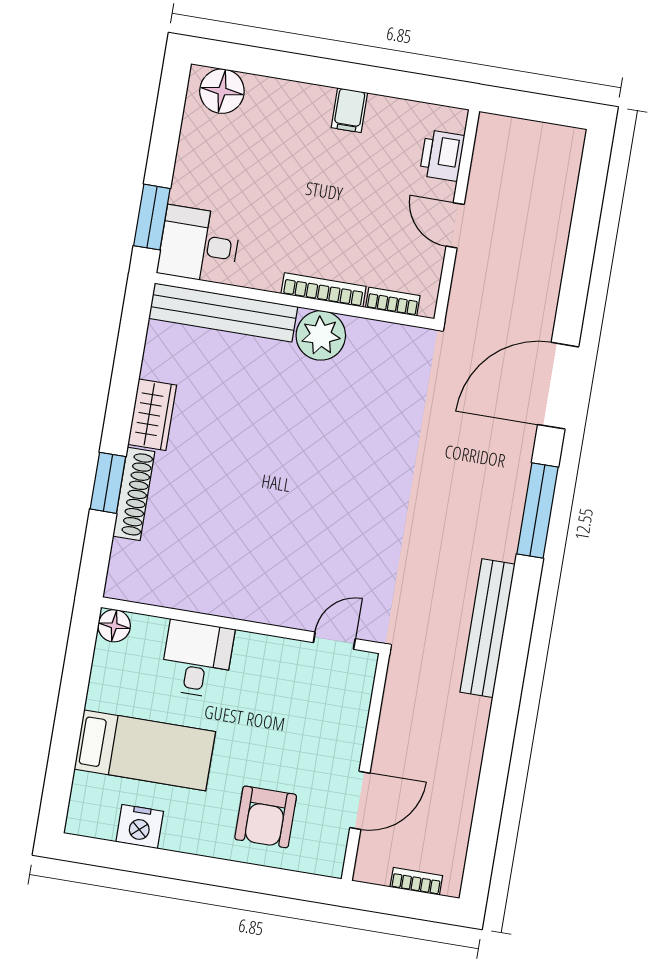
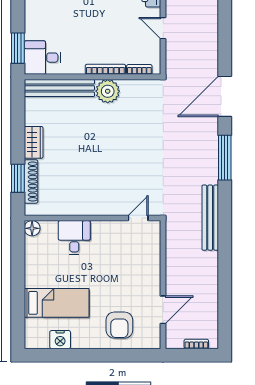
wall: (241, 625) -> (92, 218), moved
floor lamp: (114, 626) -> (32, 228), moved
door: (334, 641) -> (138, 218), moved
desk: (197, 659) -> (74, 238), moved

